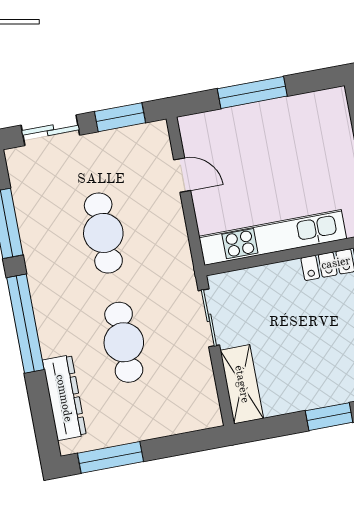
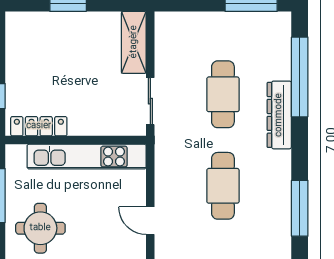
round table: (312, 142) -> (40, 228), added
window: (25, 324) -> (300, 77), moved
dresser: (64, 398) -> (279, 115), moved

